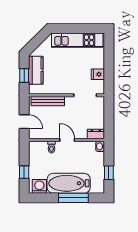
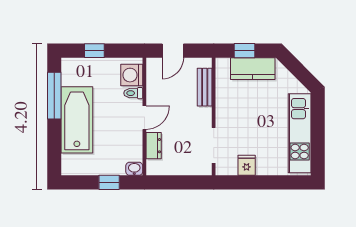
bench: (48, 101) -> (205, 87), width x0.73
dresser: (96, 134) -> (154, 146), moved
window: (109, 173) -> (109, 182), moved
washing machine: (39, 186) -> (132, 75), moved, turned 180
window: (73, 198) -> (54, 96), moved

